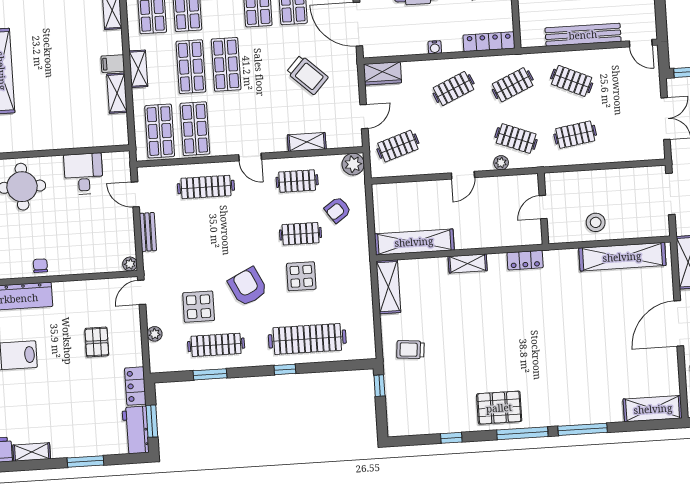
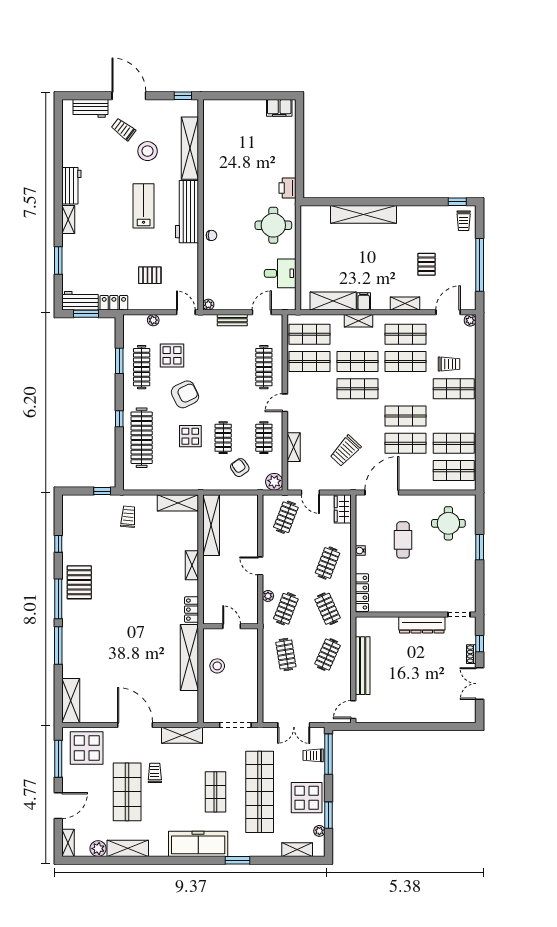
clothes rail: (454, 89) -> (328, 563), turned 45
shelving: (117, 93) -> (333, 301), width x1.50, depth x1.33
clothes rail: (398, 146) -> (286, 517), turned 39
shelving: (622, 257) -> (189, 658), moved

